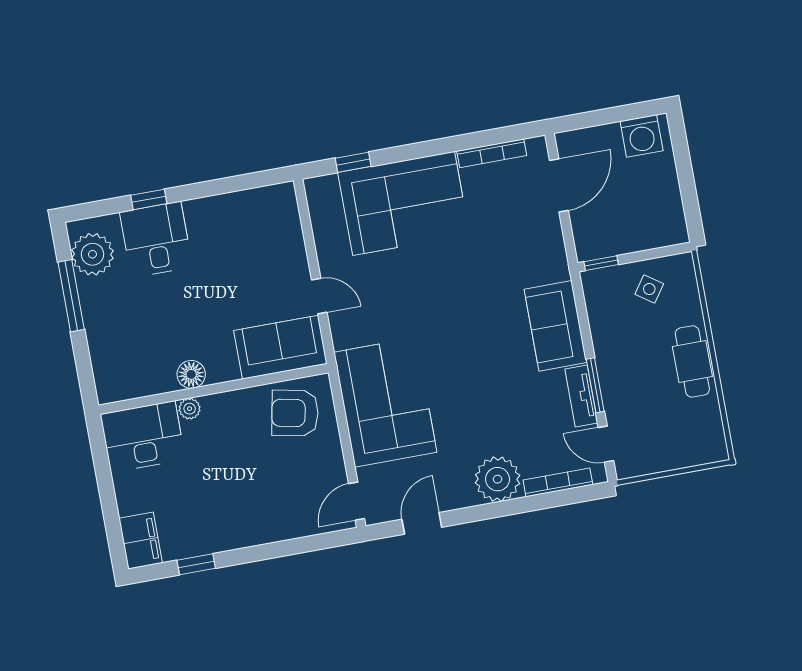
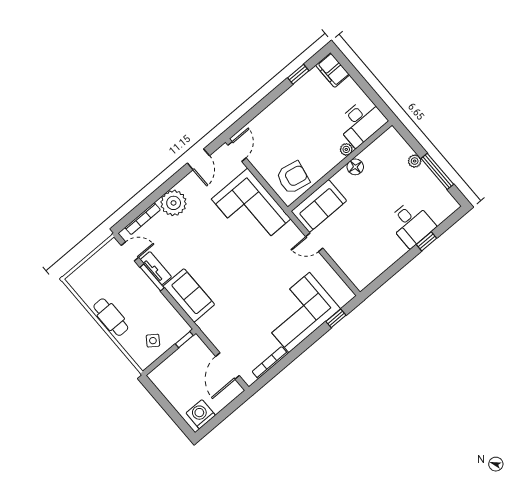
plant: (92, 254) -> (415, 161), moved, width x0.53, depth x0.53

